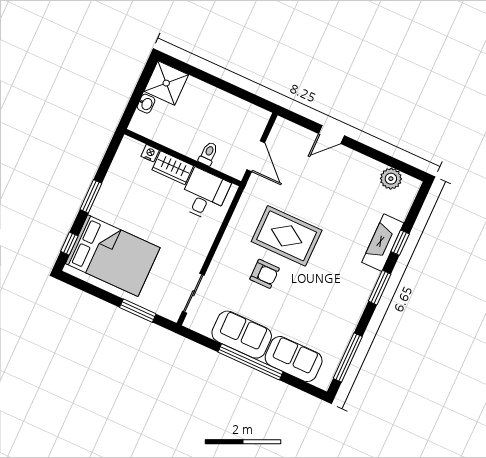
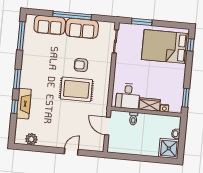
window: (91, 196) -> (186, 98), moved

